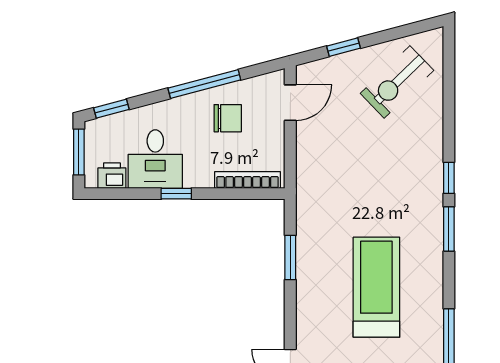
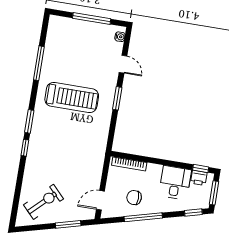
window: (343, 47) -> (68, 224), width x1.50
window: (176, 194) -> (201, 169), moved
window: (290, 257) -> (117, 98), moved
treadmill: (376, 287) -> (72, 97), turned -90

